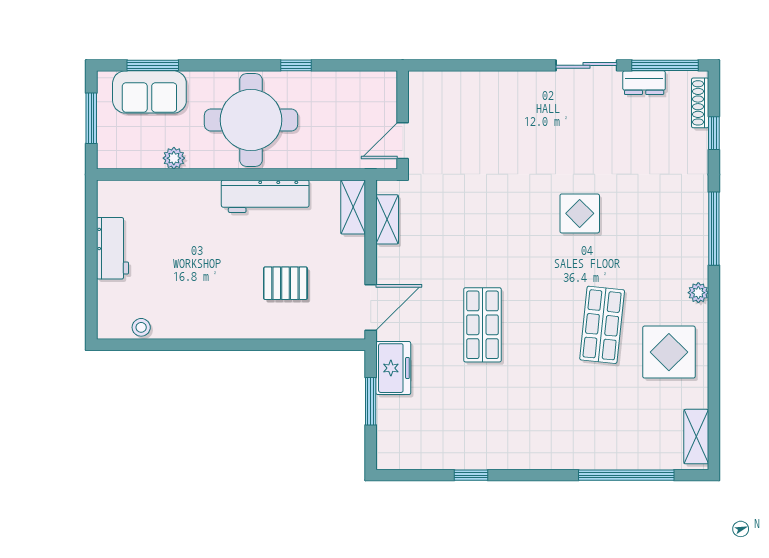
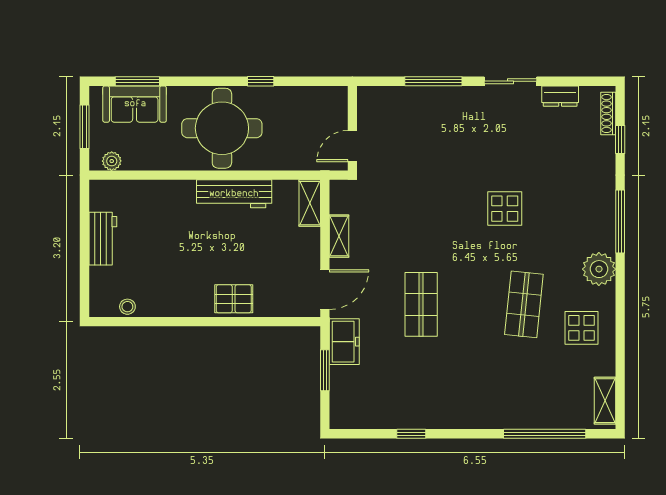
window: (665, 65) -> (433, 81), moved
plant: (174, 158) -> (112, 161), moved
shelving: (387, 219) -> (339, 236), moved
pallet: (285, 283) -> (234, 299), moved
plant: (698, 293) -> (599, 269), width x1.88, depth x1.88
display table: (669, 352) -> (581, 328), width x0.73, depth x0.73

